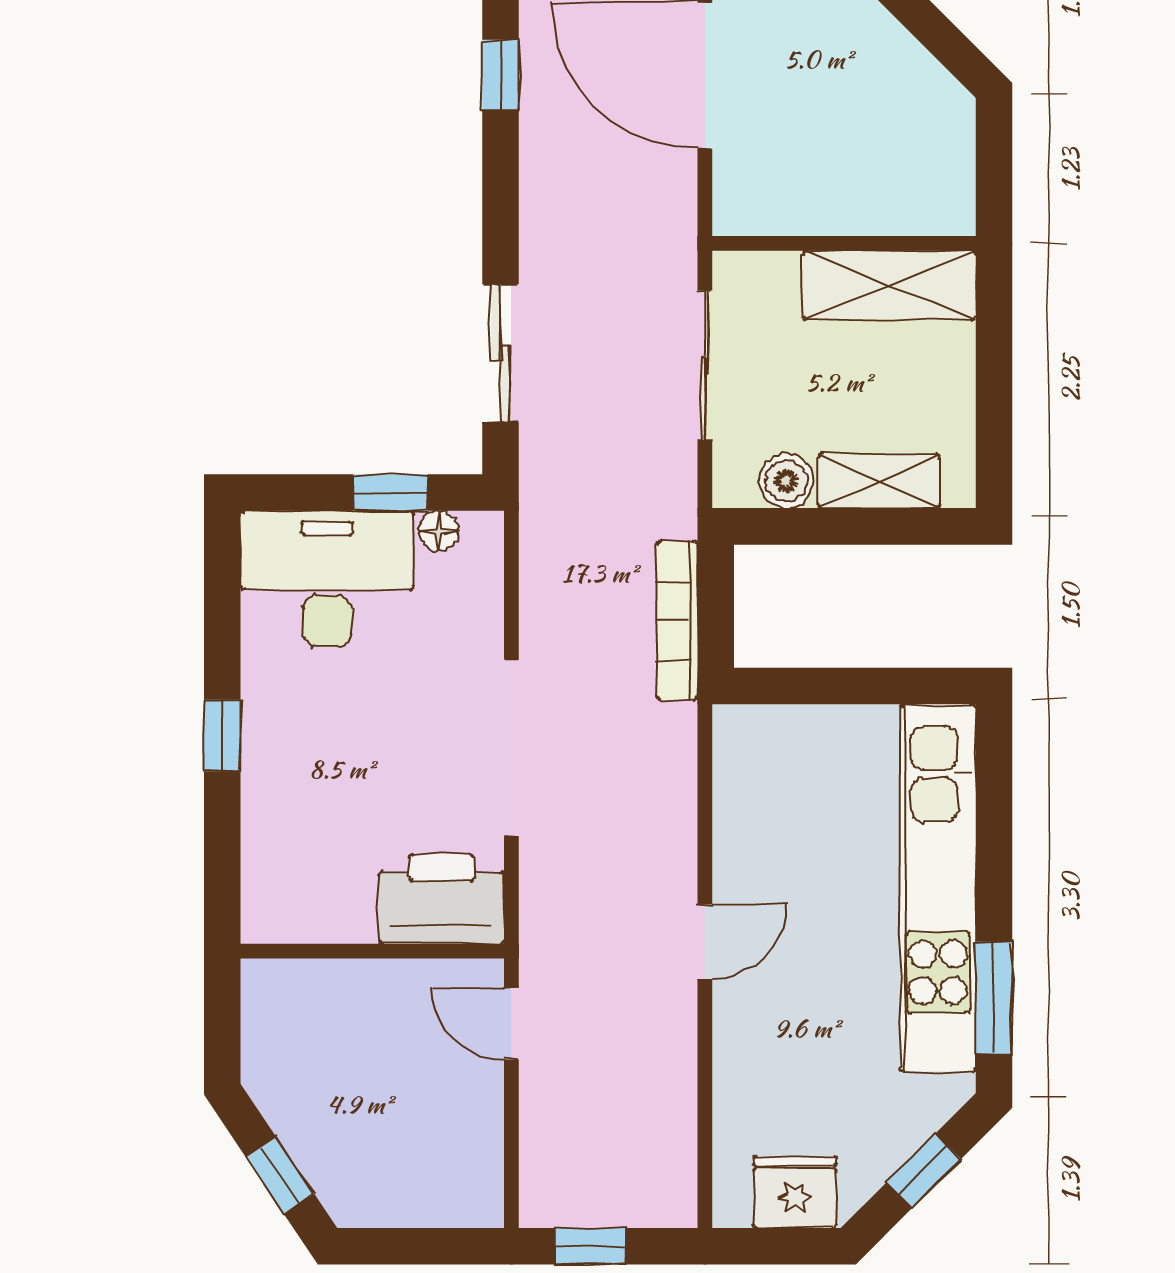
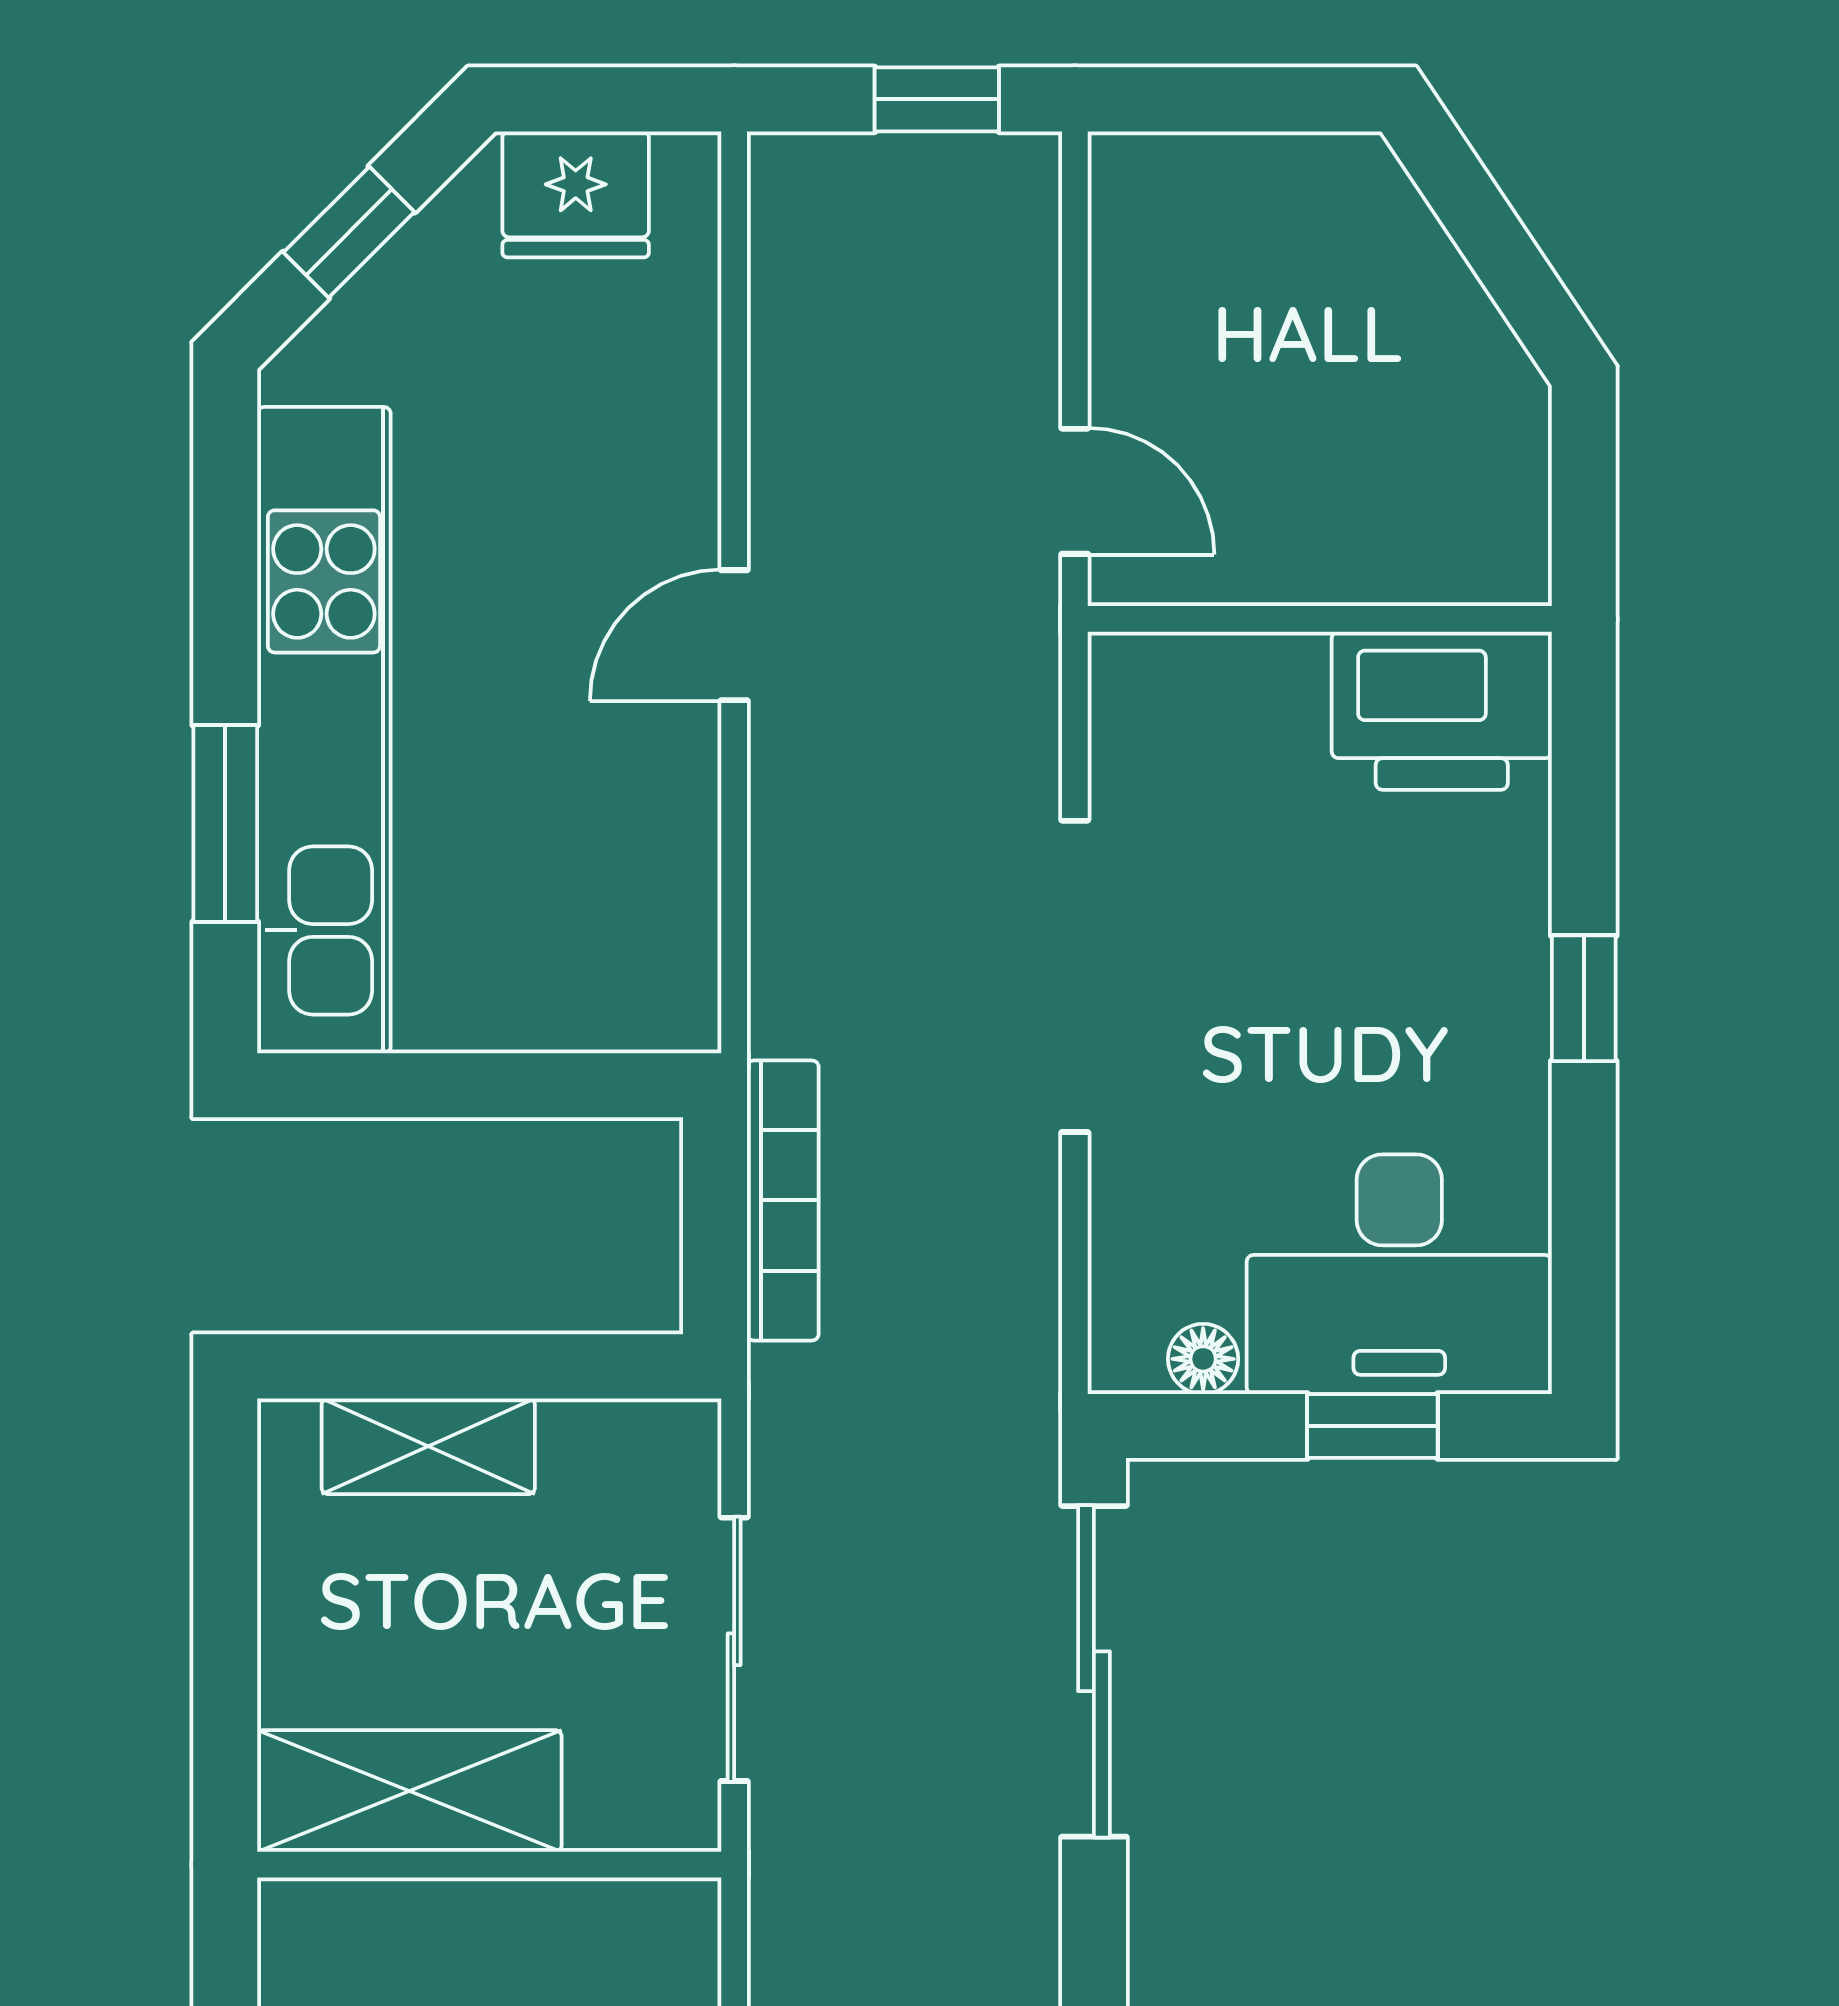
sliding door: (500, 353) -> (1094, 1671), width x1.37
boiler: (786, 481) -> (591, 1446), removed
window: (391, 493) -> (1372, 1426), moved
printer: (442, 899) -> (1442, 711), moved
window: (994, 998) -> (225, 824), moved
window: (280, 1175) -> (1482, 224), removed

